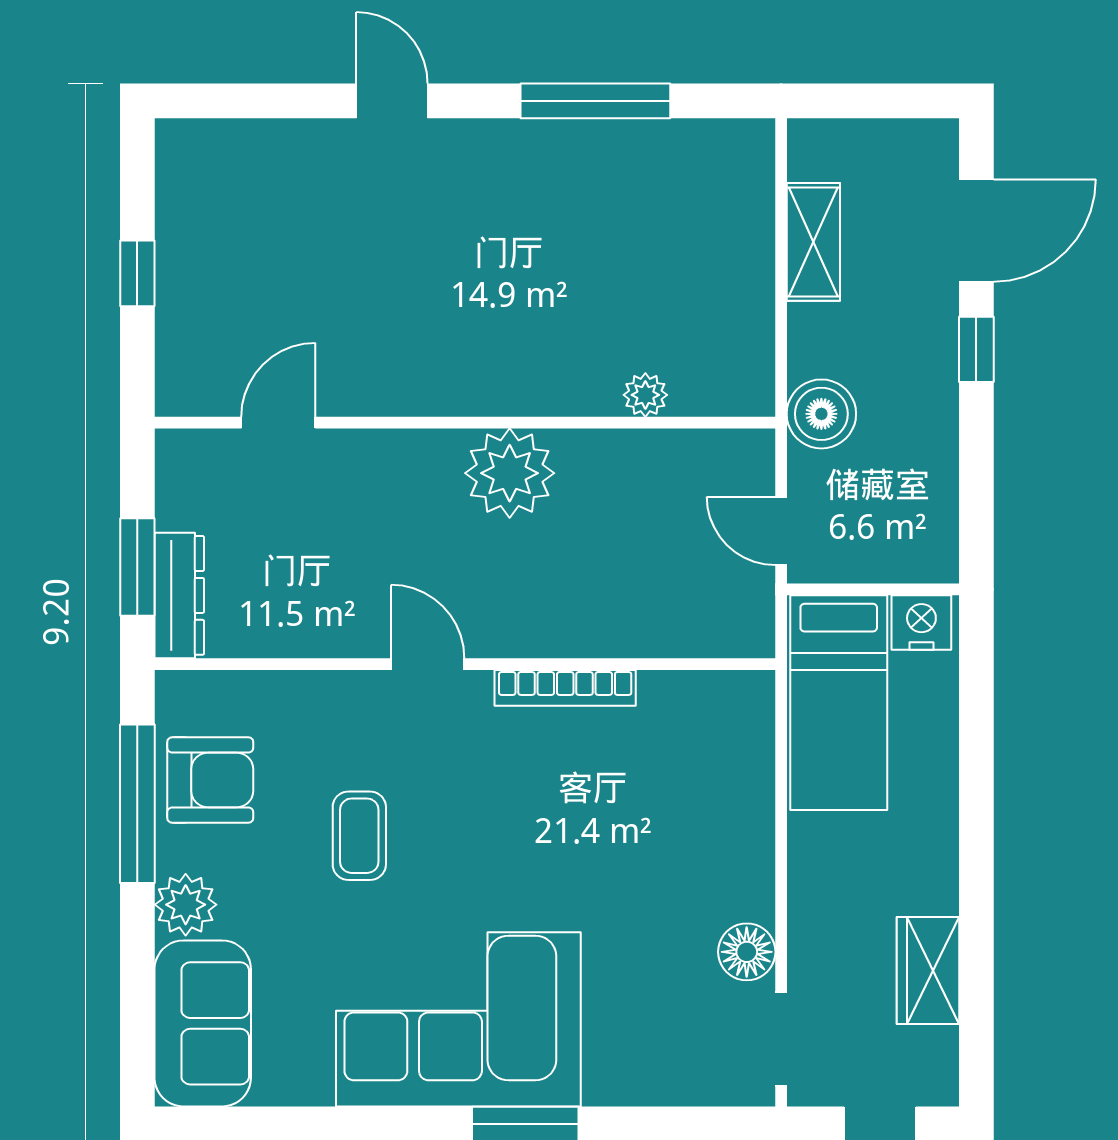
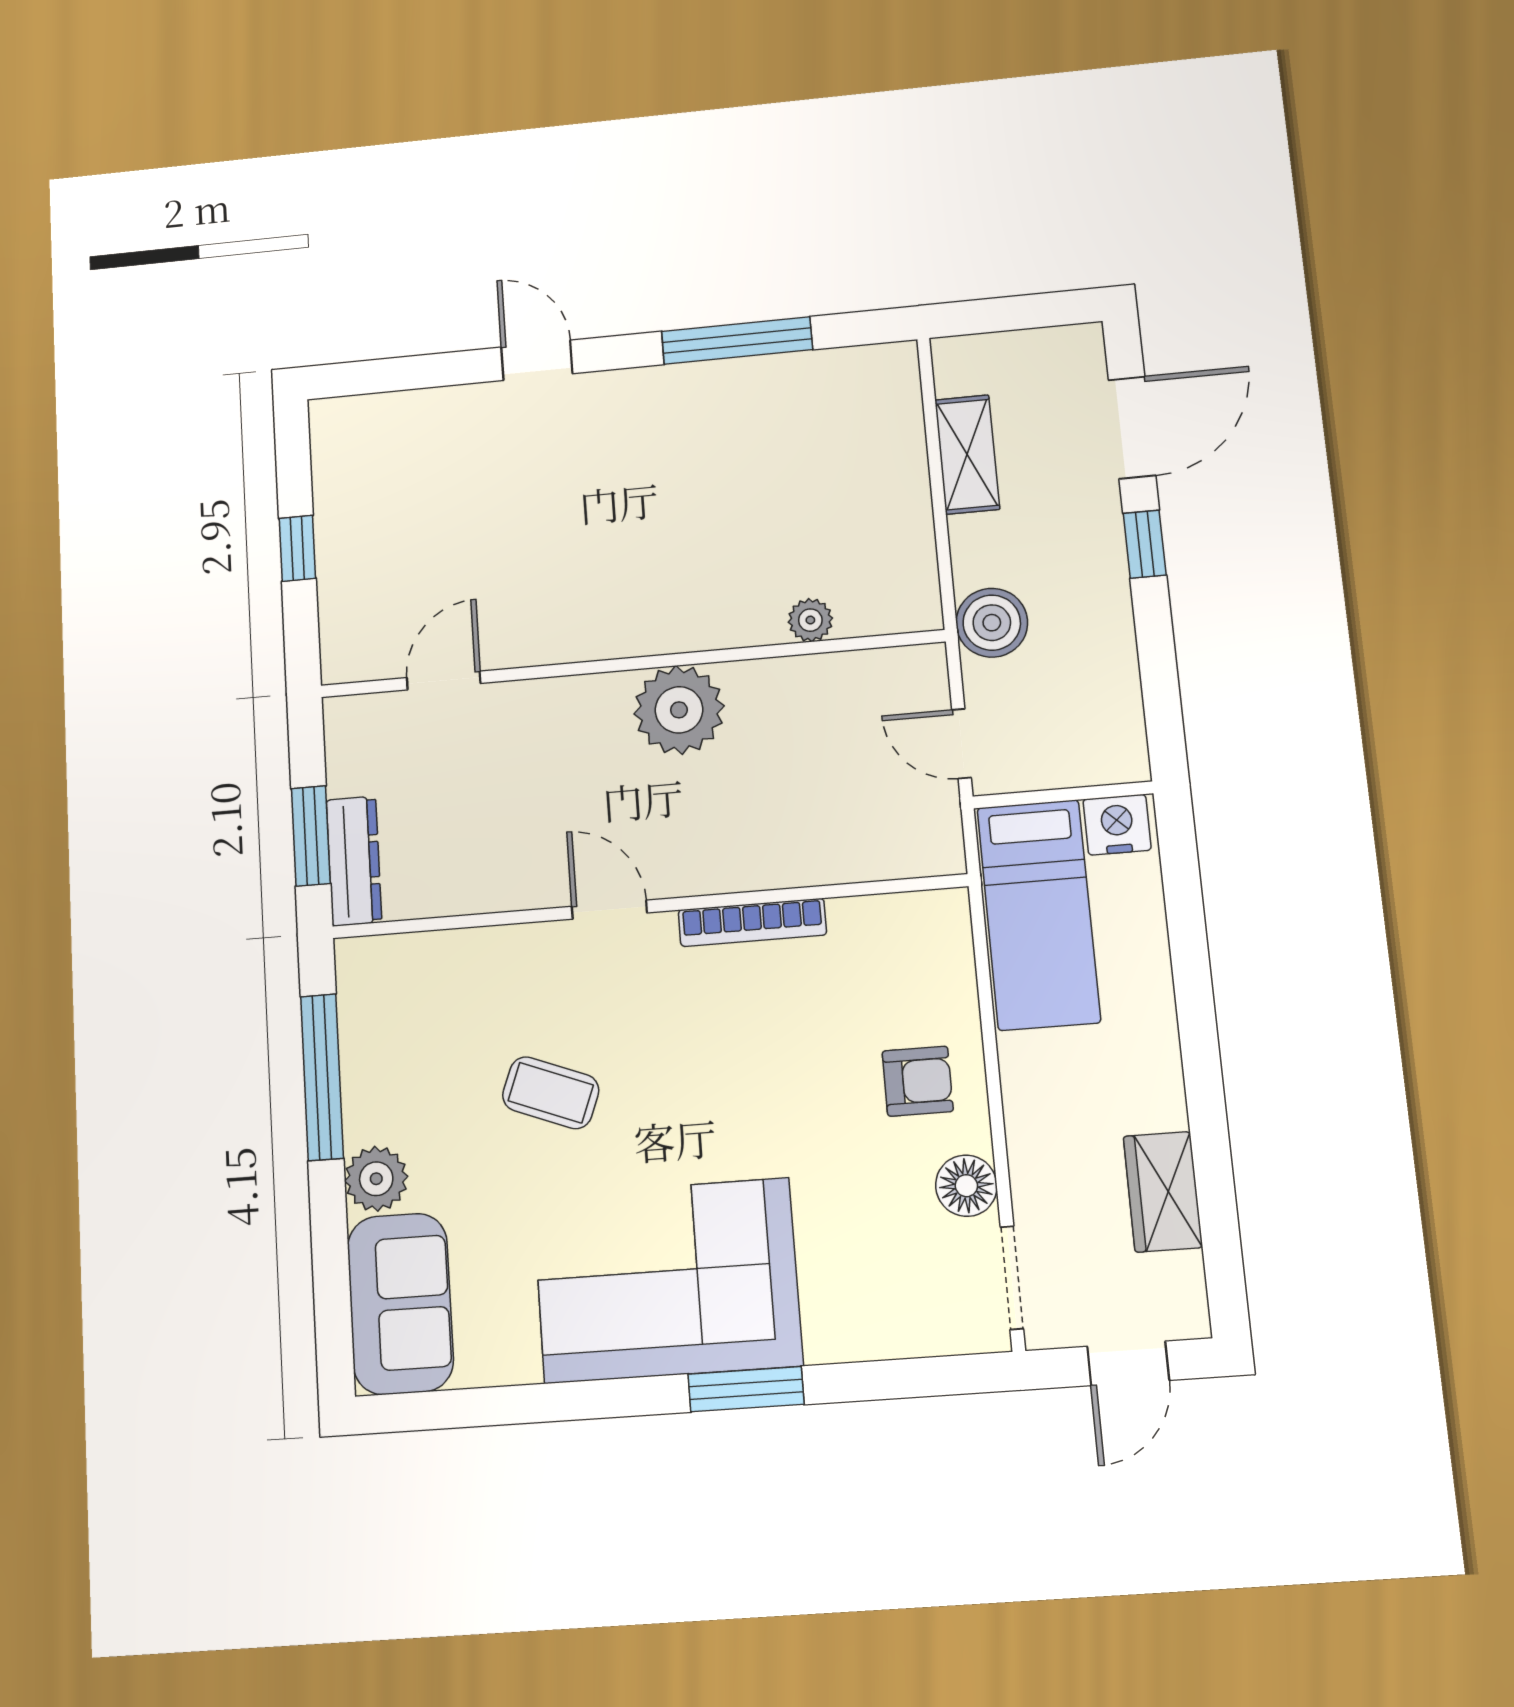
armchair: (210, 780) -> (918, 1081), moved, width x0.72, depth x0.72
coffee table: (359, 836) -> (551, 1093), turned -69

